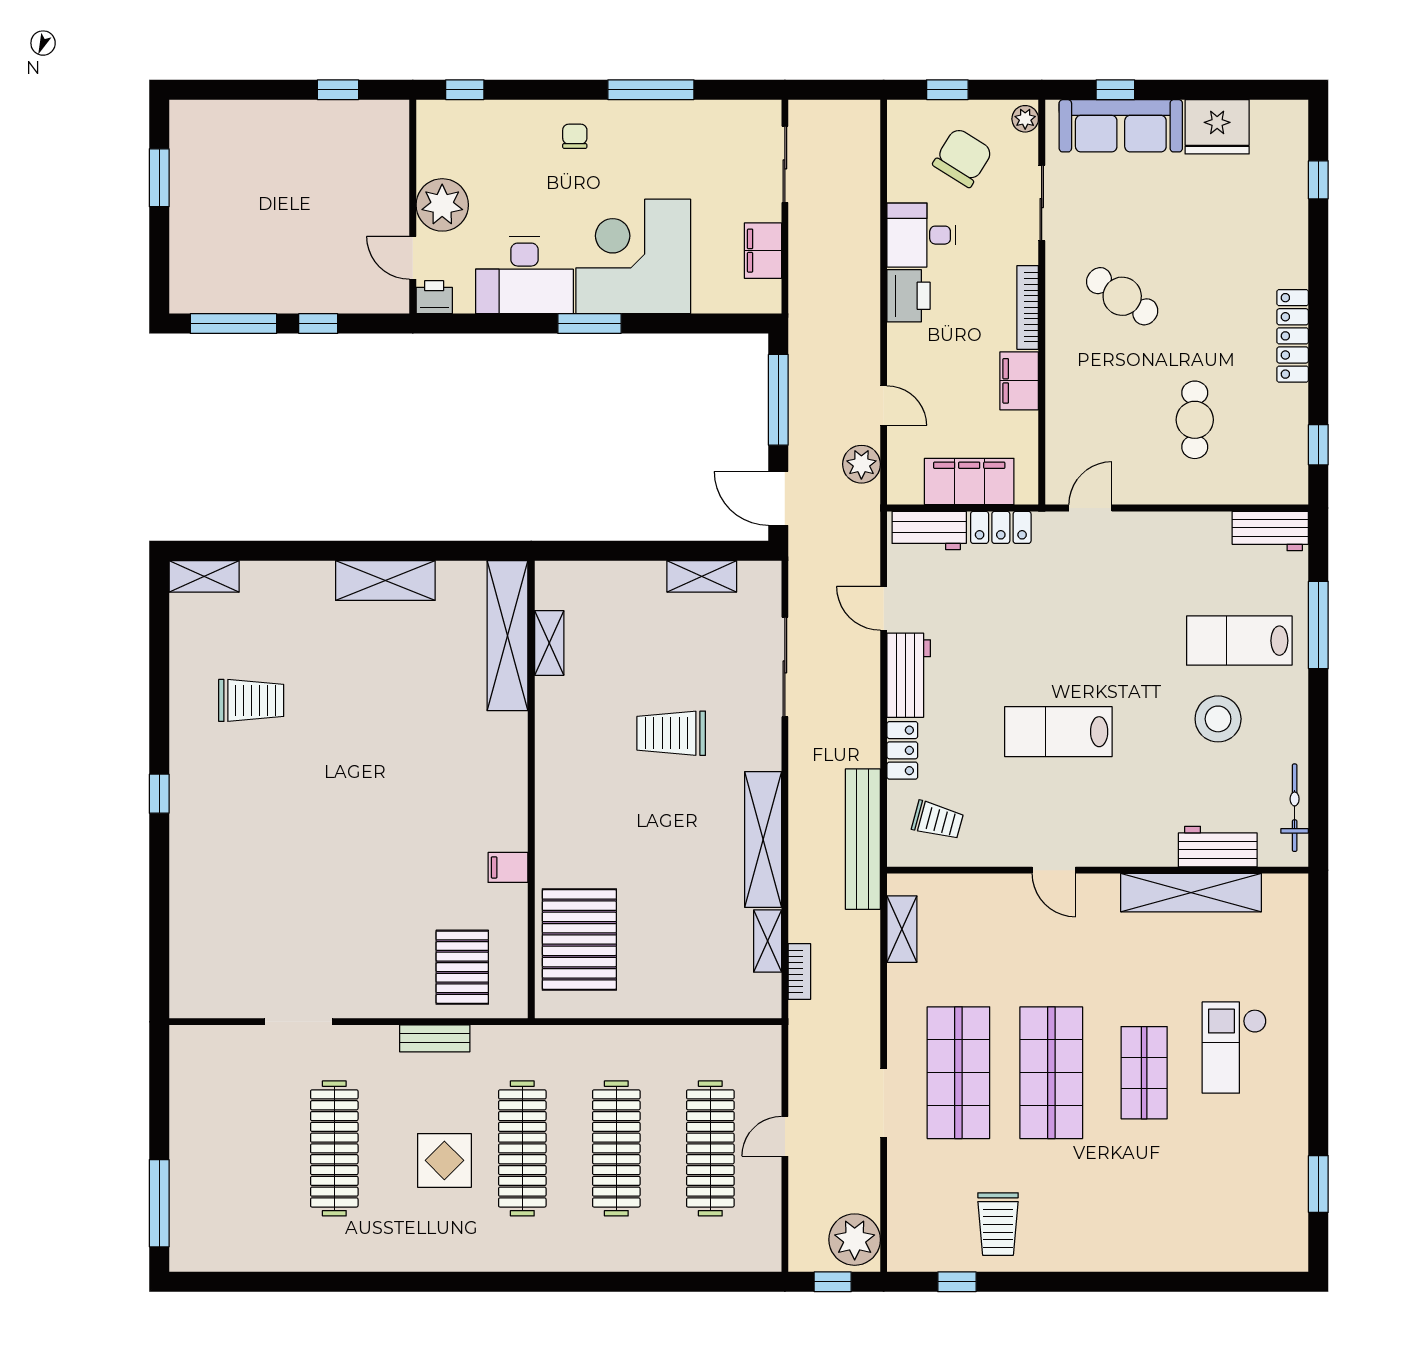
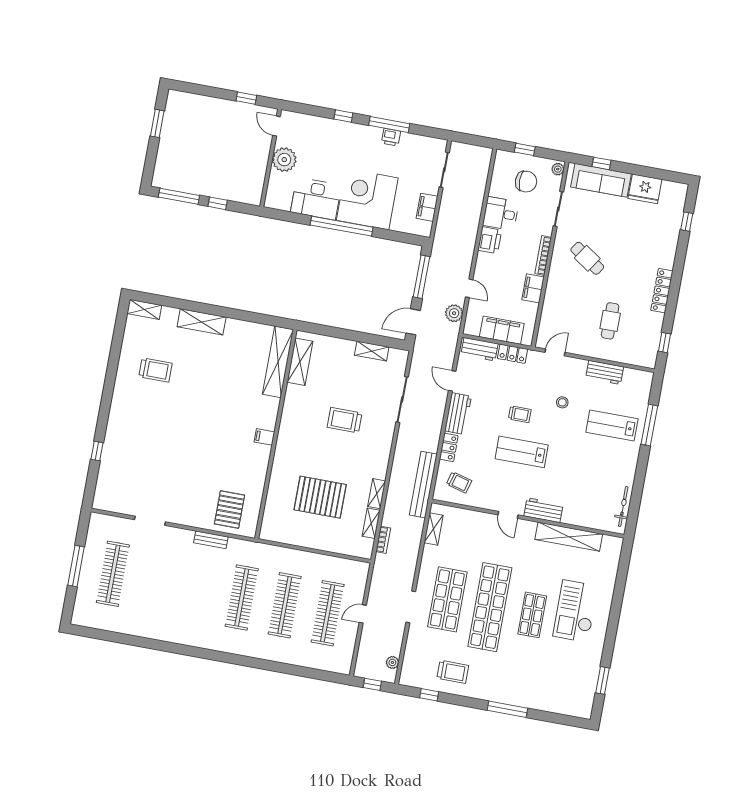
window: (465, 90) -> (343, 116), moved
chair: (575, 136) -> (351, 139), removed
chair: (963, 158) -> (526, 182), turned 58
door: (413, 258) -> (276, 126), moved
printer: (434, 297) -> (391, 137), moved, turned 180
window: (589, 324) -> (342, 226), width x2.11
door: (778, 498) -> (413, 322), hinge flipped
workbench: (1270, 531) -> (605, 372), moved
shelving: (385, 581) -> (202, 322), moved
shelving: (549, 643) -> (300, 362), width x1.50, depth x1.33
trolley: (1040, 653) -> (520, 414), added
stool: (1218, 719) -> (562, 402), moved, width x0.53, depth x0.53
window: (159, 794) -> (97, 451), moved
shelving: (763, 840) -> (377, 494), width x0.45, depth x0.75
workbench: (1218, 847) -> (543, 510), moved
filing cabinet: (508, 867) -> (264, 437), moved
pallet: (579, 940) -> (320, 497), moved, turned 90
checkout: (1234, 1048) -> (576, 611), width x1.36, depth x1.21
shop shelf: (1051, 1073) -> (490, 607), width x1.40
clothes rail: (334, 1148) -> (113, 574), moved
display table: (444, 1160) -> (205, 596), removed
window: (159, 1203) -> (76, 566), moved
trolley: (998, 1224) -> (453, 672), turned -90
plant: (855, 1240) -> (392, 662), width x0.53, depth x0.53
window: (1128, 1282) -> (507, 709), added

